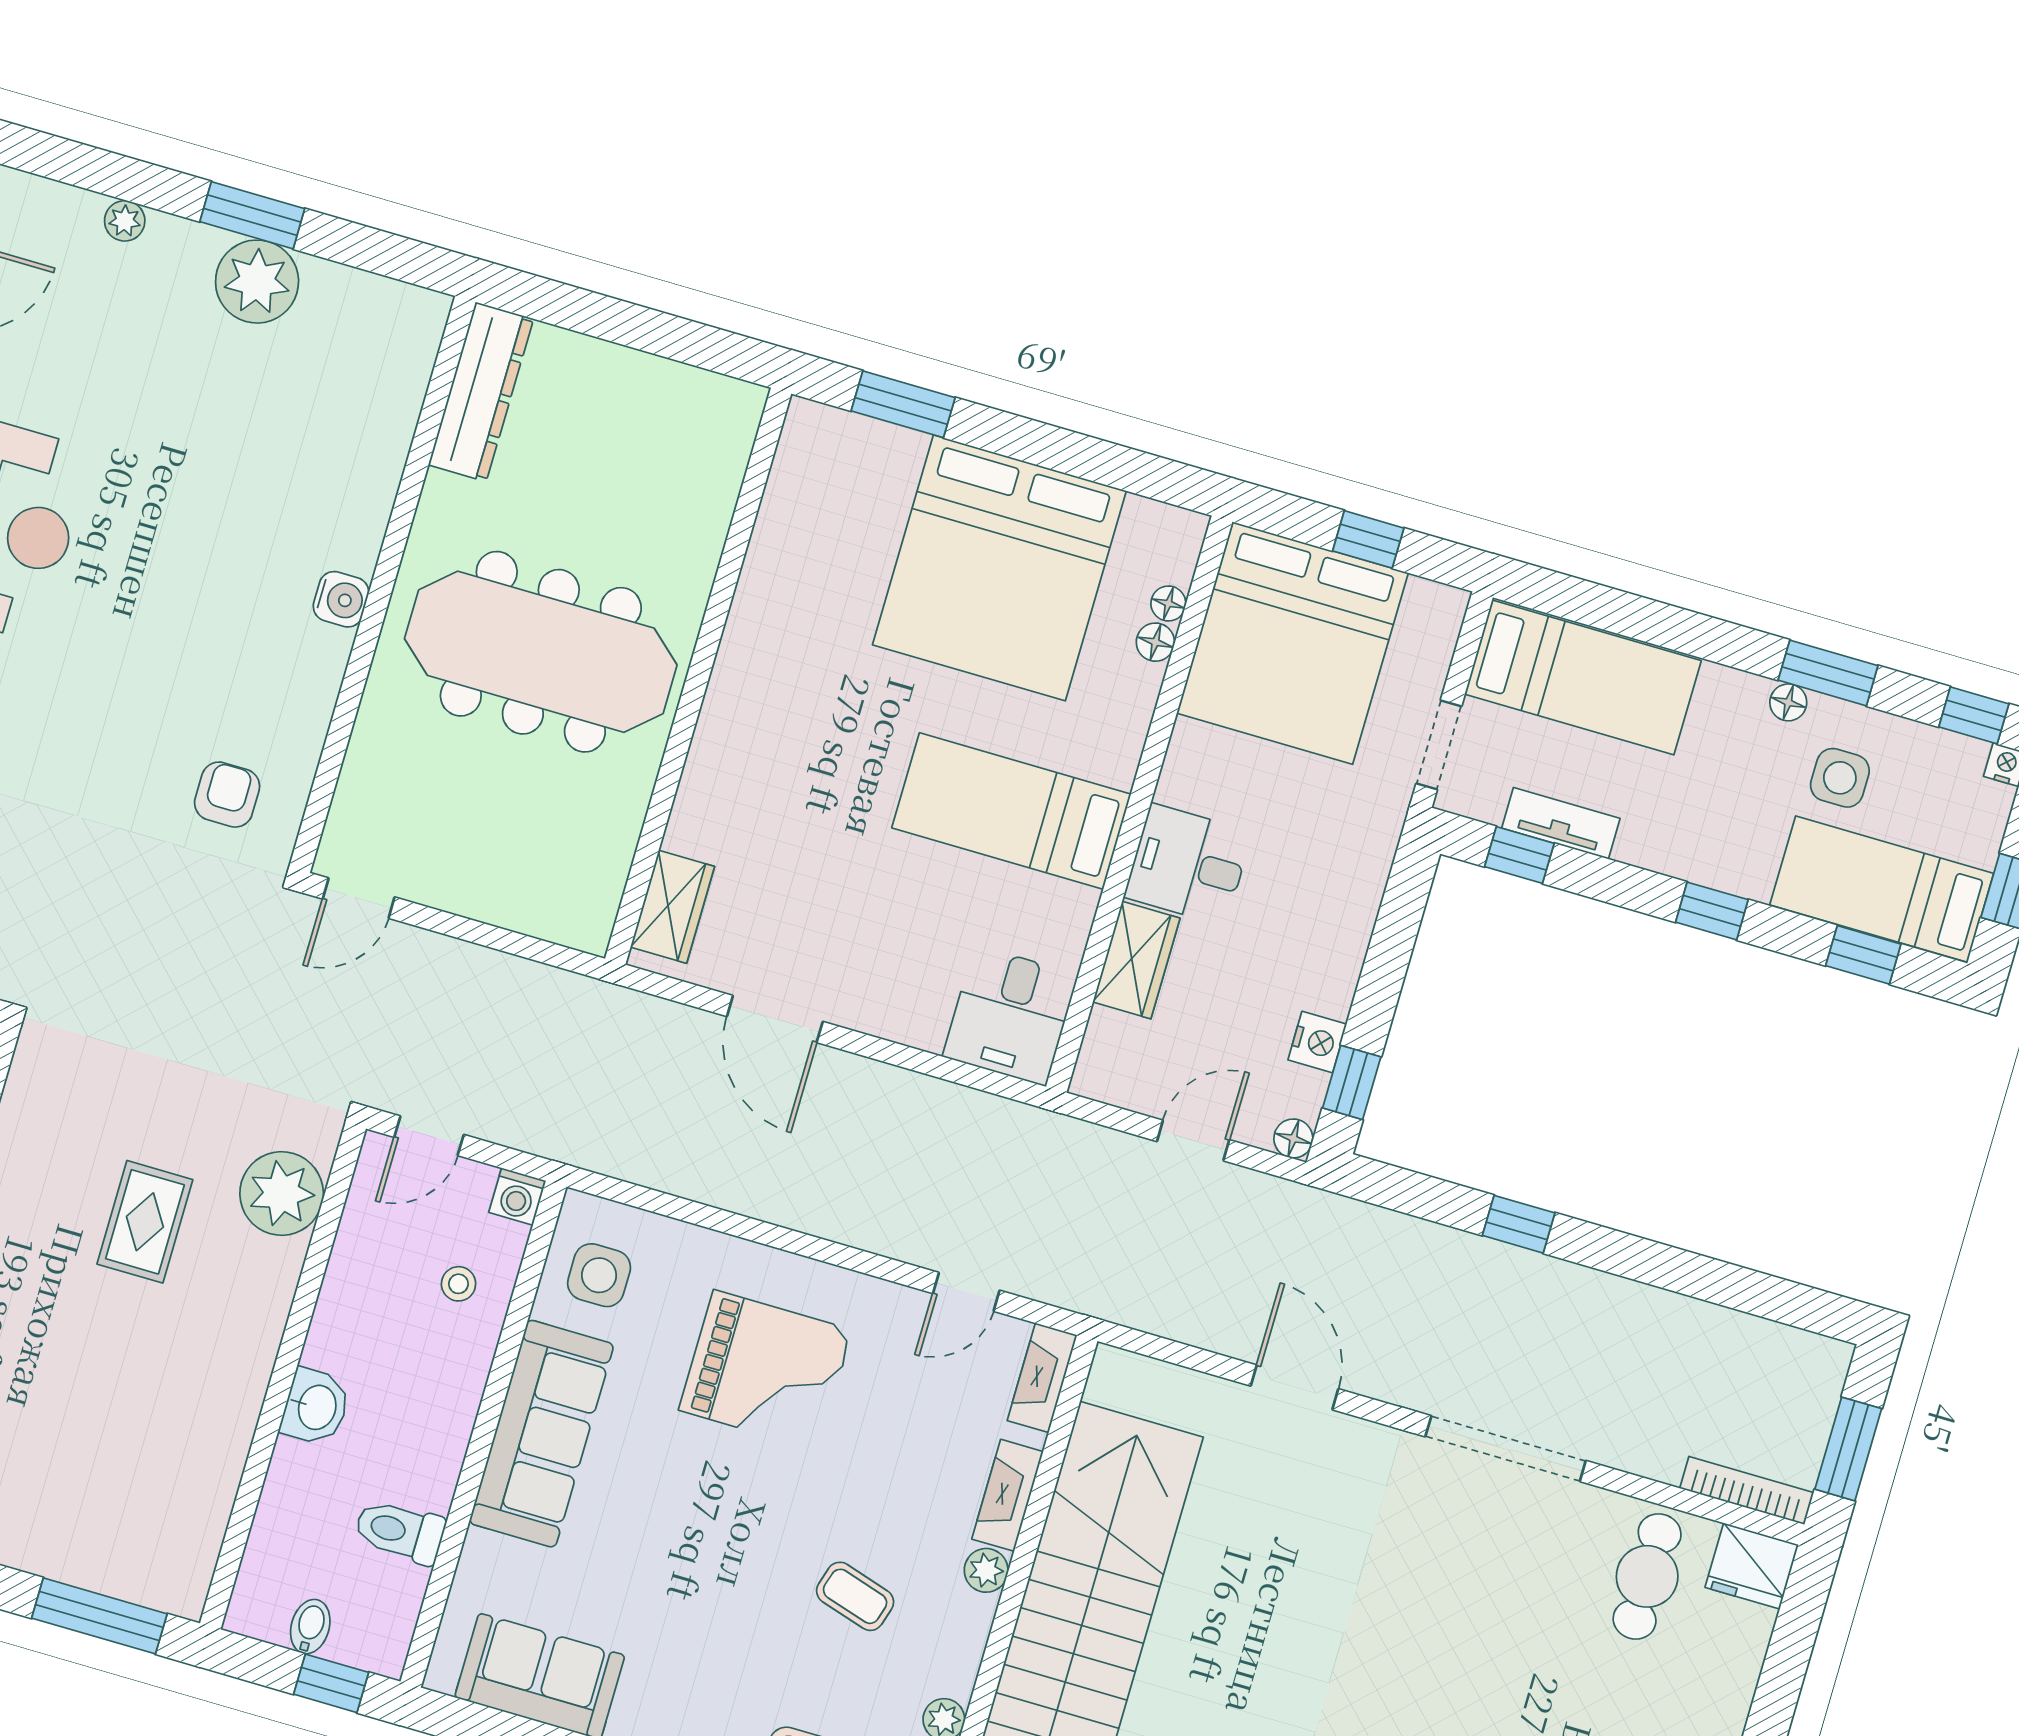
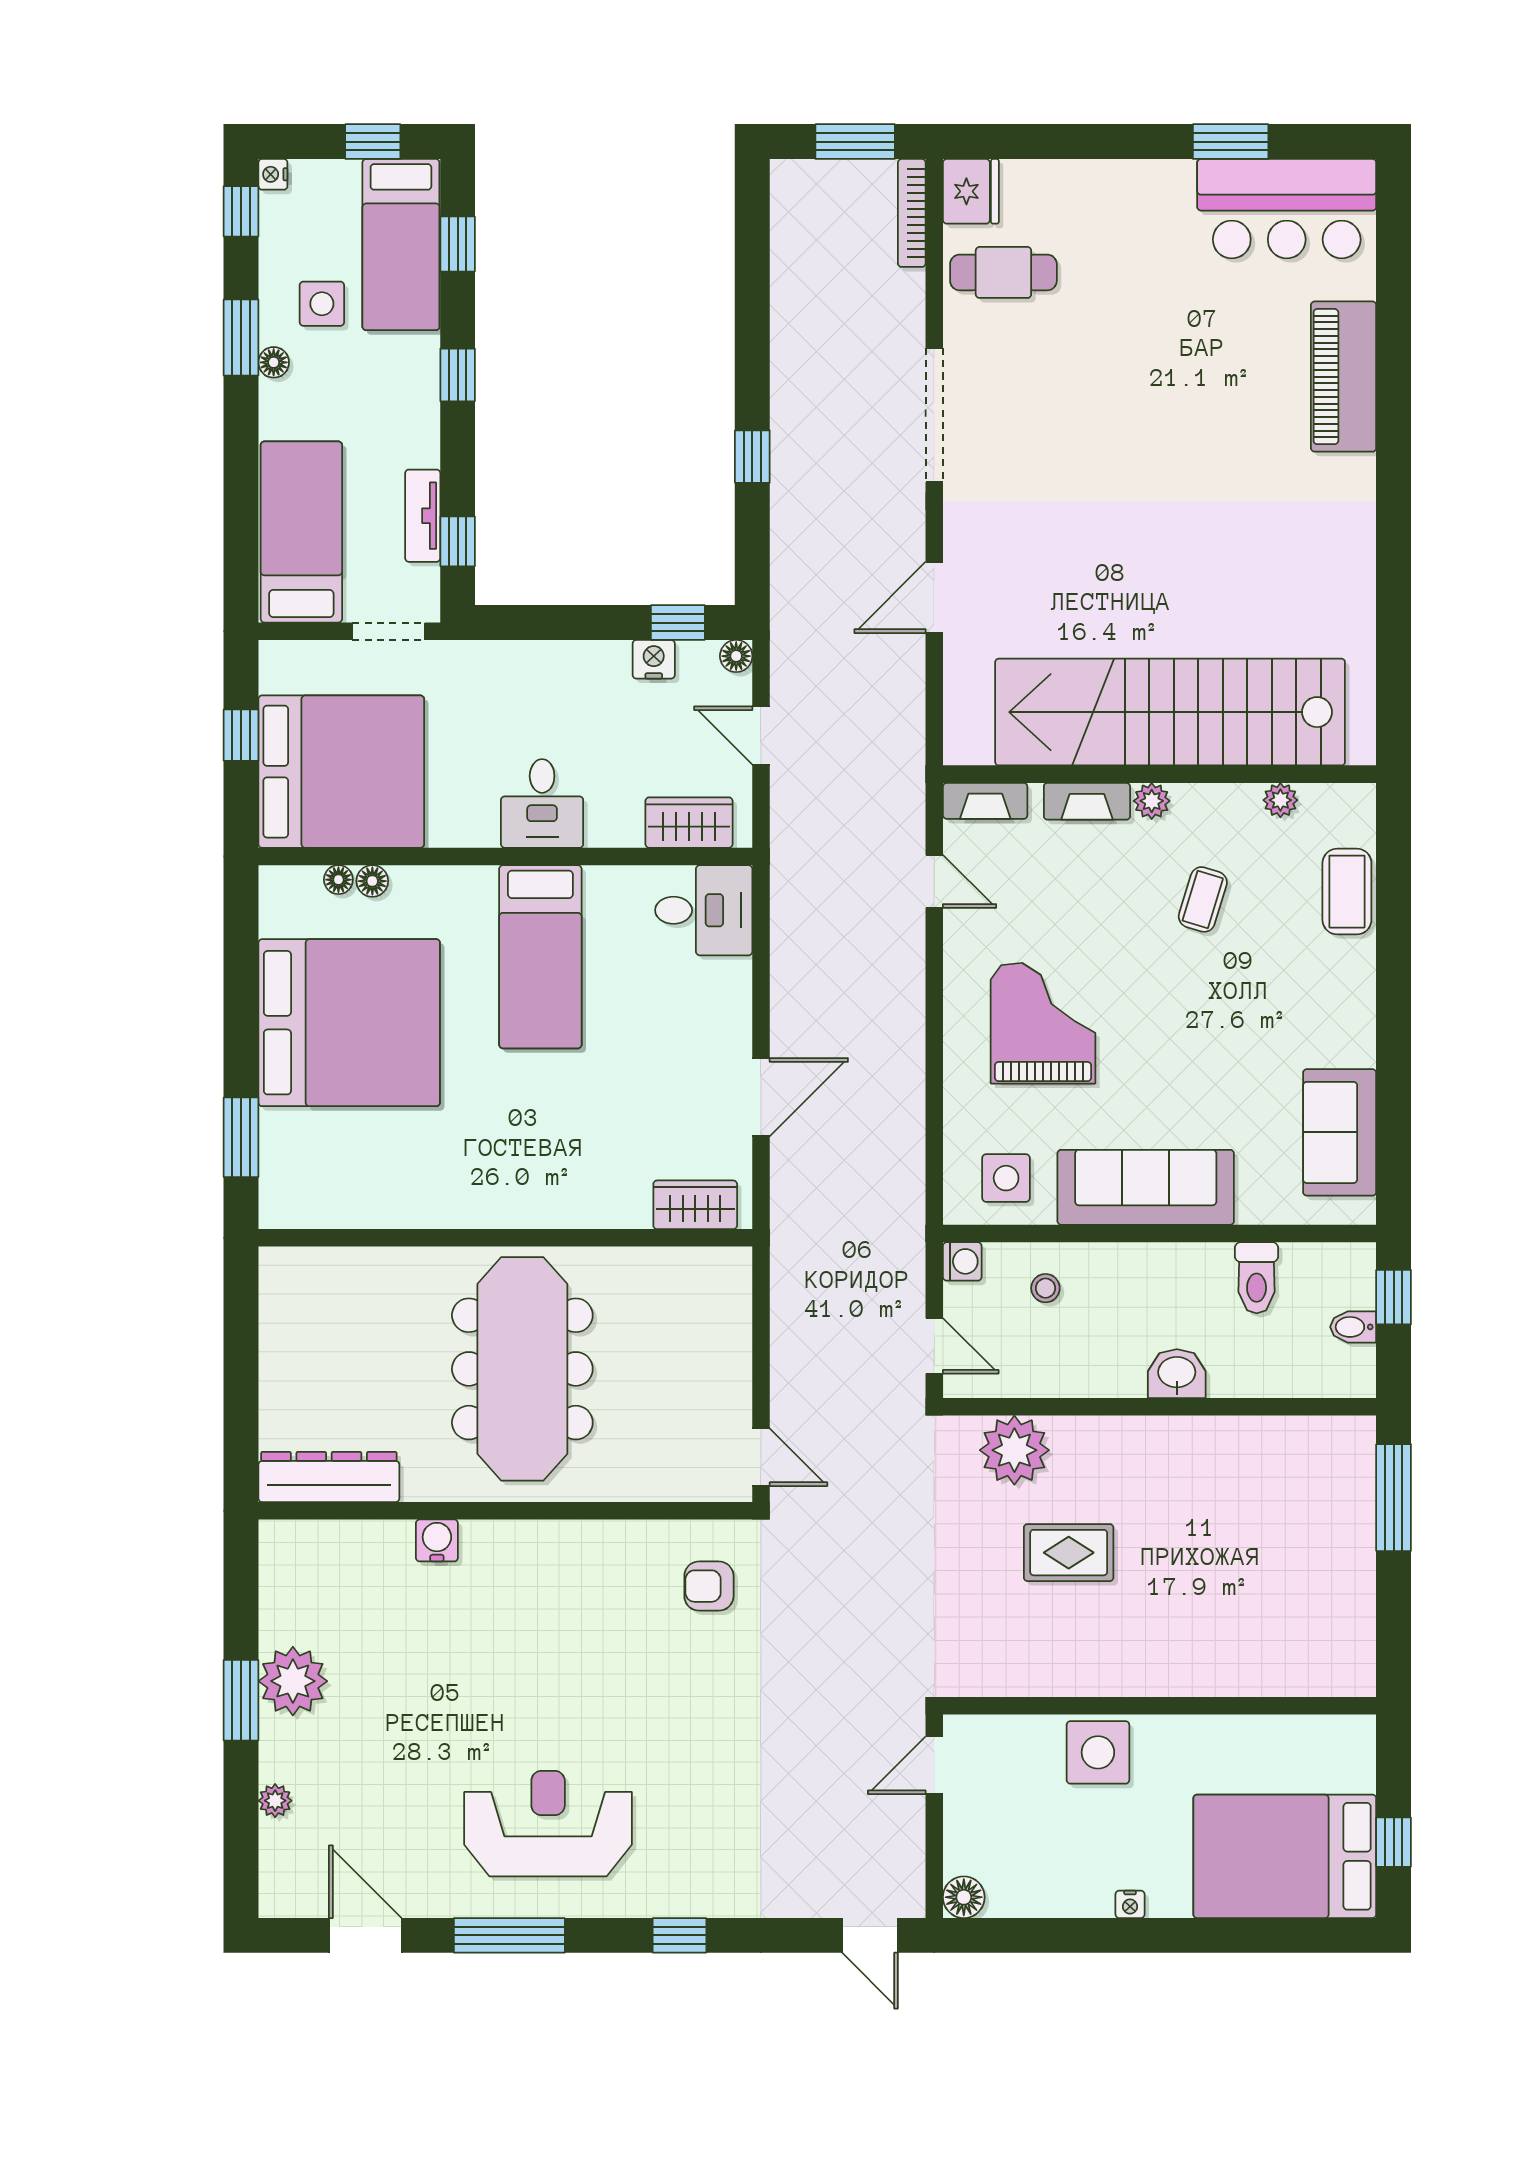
water cooler: (341, 599) -> (437, 1540), moved
wardrobe: (1136, 960) -> (689, 823), moved

